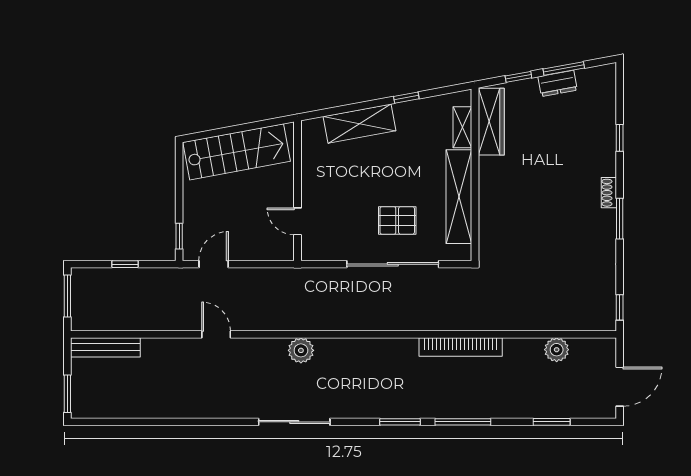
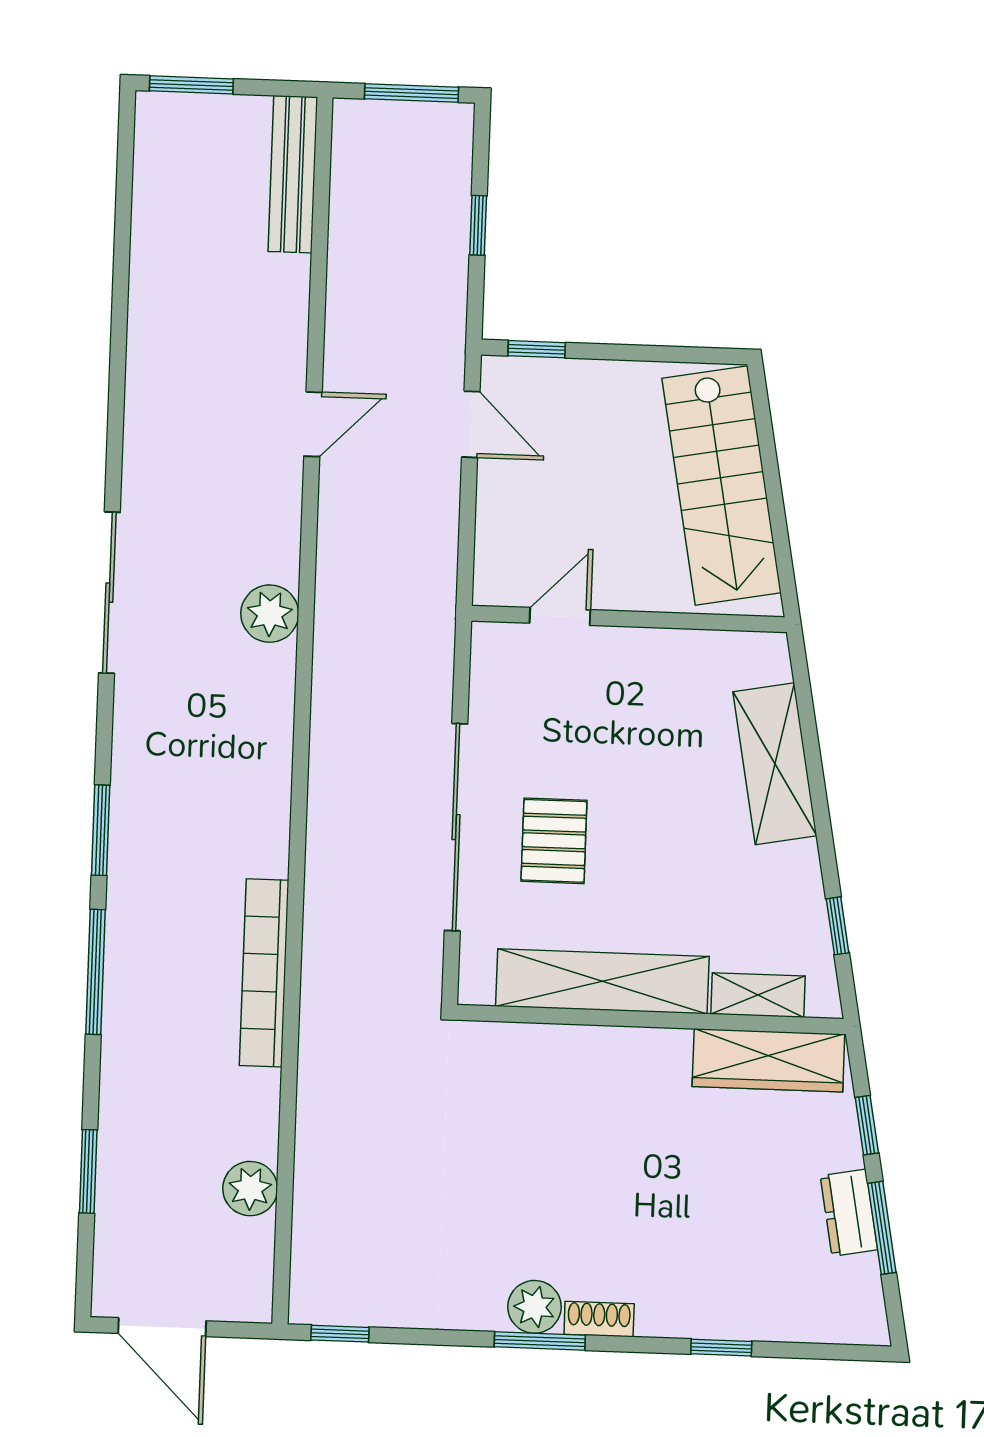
window: (406, 98) -> (838, 926), moved
plant: (605, 222) -> (535, 1307), added

